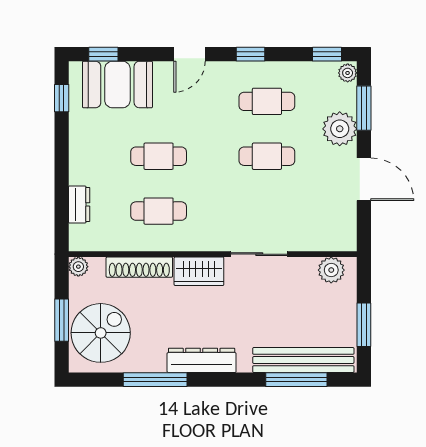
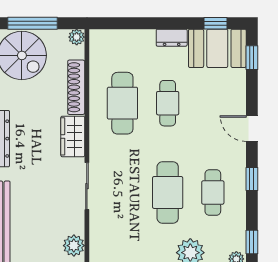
booth: (117, 84) -> (217, 48), moved, turned 90
cafe table: (267, 156) -> (168, 192), width x1.37, depth x1.35
dresser: (79, 204) -> (172, 38), moved
cafe table: (159, 211) -> (122, 103), width x1.37, depth x1.35
window: (62, 320) -> (32, 23), width x1.44

